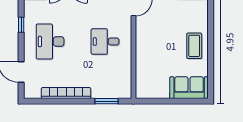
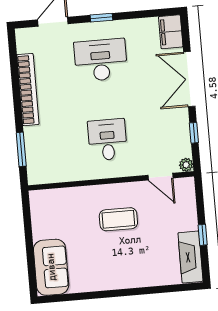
window: (21, 25) -> (101, 18), moved
coffee table: (194, 46) -> (118, 219), moved

